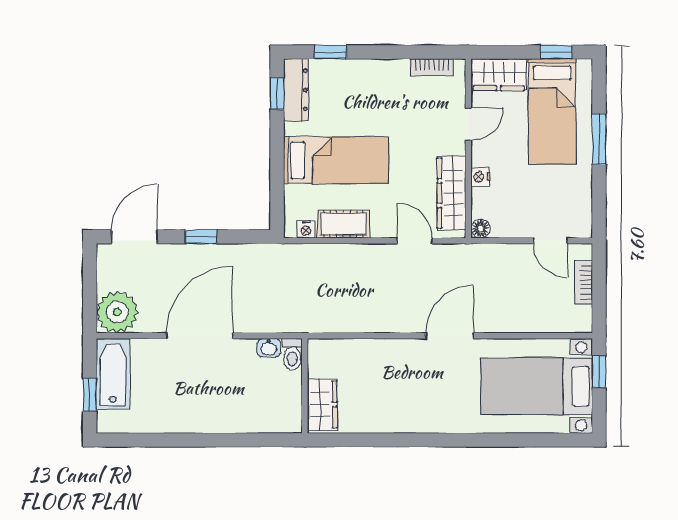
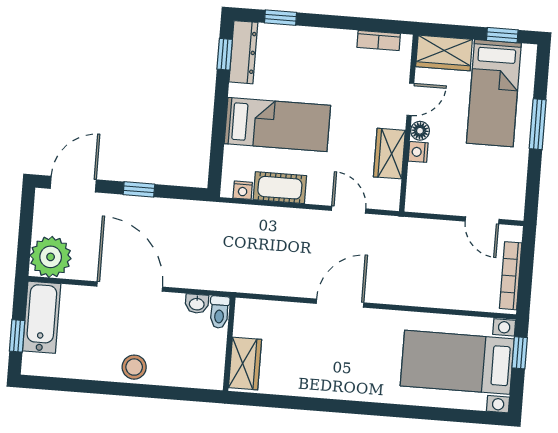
wardrobe: (451, 193) -> (389, 154), width x0.67
floor lamp: (481, 229) -> (420, 131), moved
bookcase: (584, 282) -> (511, 276), width x1.56
door: (200, 336) -> (130, 287), hinge flipped
door: (450, 336) -> (340, 303), moved
stool: (210, 417) -> (134, 367), added

